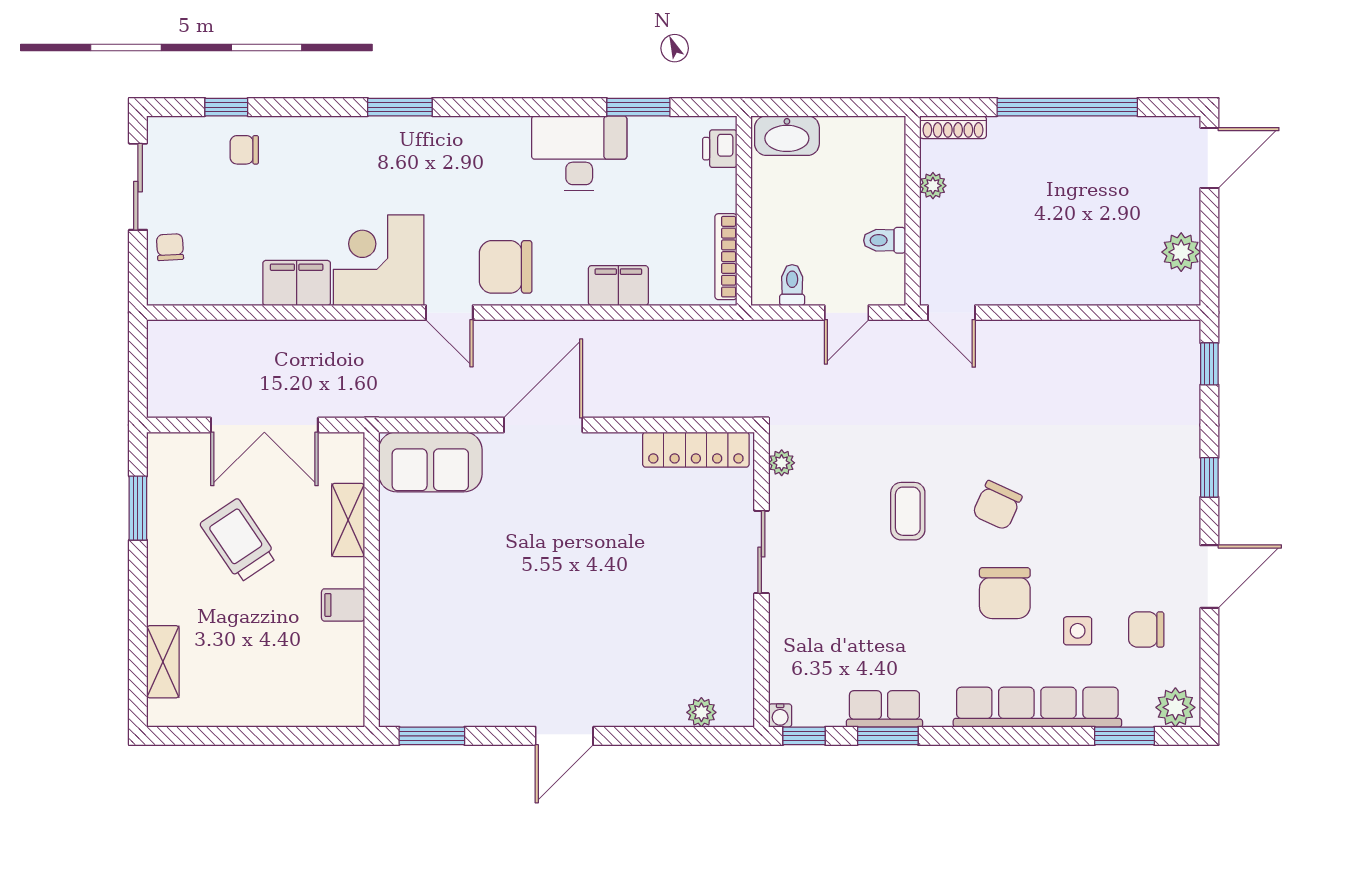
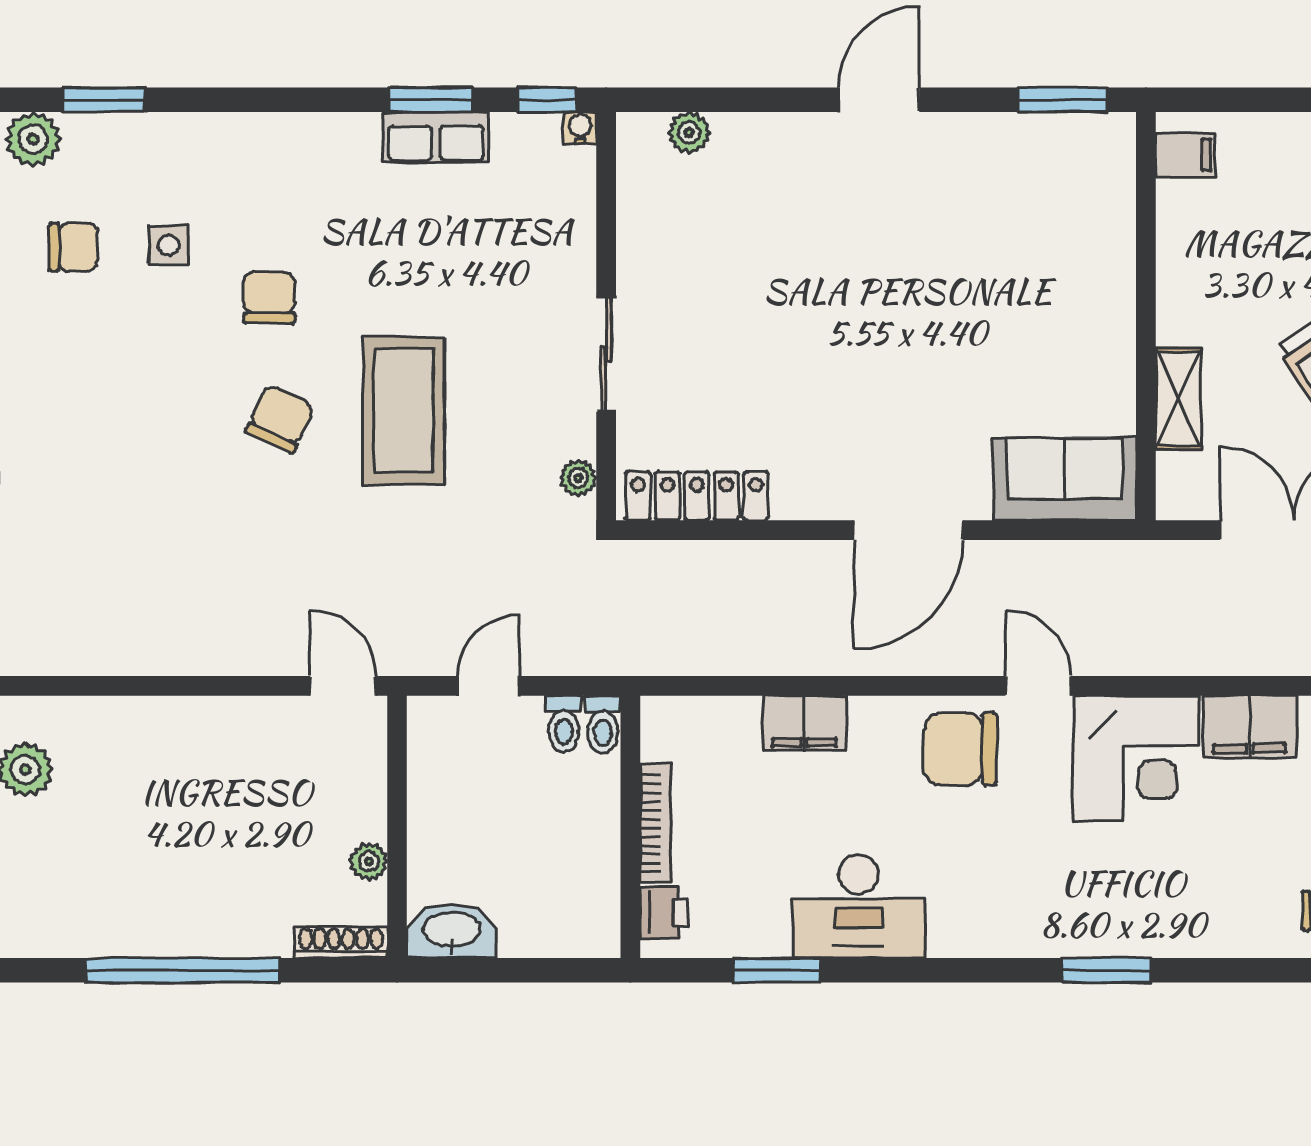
washbasin: (787, 136) -> (452, 931), moved
toilet: (885, 240) -> (603, 725), moved, turned 90
bookcase: (726, 257) -> (655, 823), moved
chair: (506, 267) -> (960, 749), turned 180
coffee table: (908, 511) -> (404, 411), width x1.86, depth x1.72
chair: (1005, 593) -> (269, 297), width x0.73, depth x0.73
filing cabinet: (343, 605) -> (1185, 155), moved
row of seats: (1037, 707) -> (224, 140), removed

